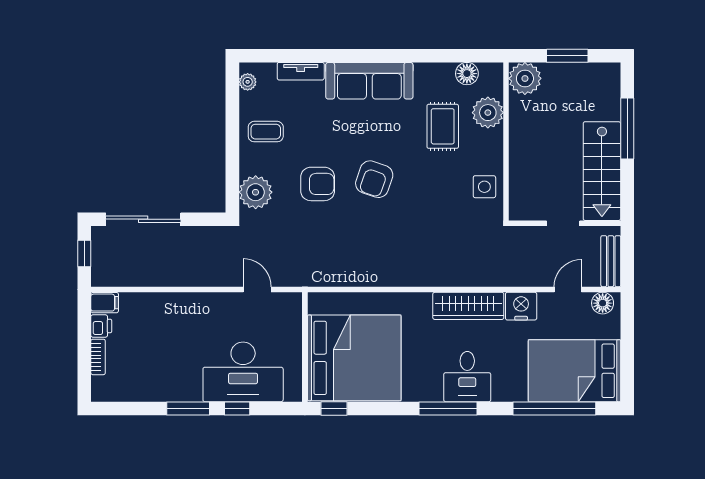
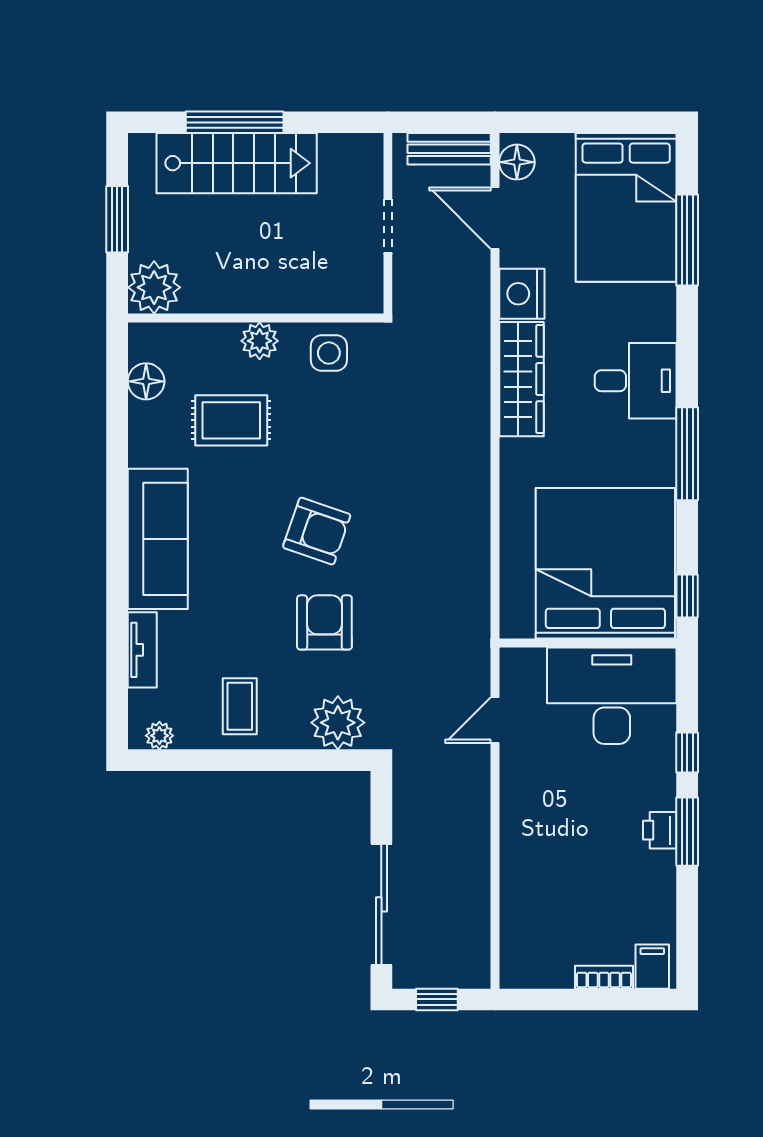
plant: (488, 113) -> (260, 341), moved, width x0.73, depth x0.73
stairs: (602, 171) -> (237, 163), moved
door: (568, 290) -> (495, 218), width x1.38
filing cabinet: (105, 303) -> (652, 967), moved
printer: (101, 326) -> (660, 830), moved, turned -90
desk: (243, 372) -> (612, 696), moved, turned -90
window: (448, 408) -> (687, 454), moved
window: (554, 408) -> (687, 240), width x0.68

